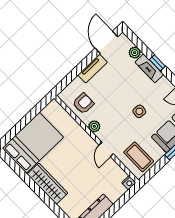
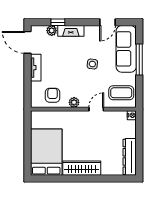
window: (157, 63) -> (58, 22), moved
door: (106, 149) -> (96, 109), swing flipped

